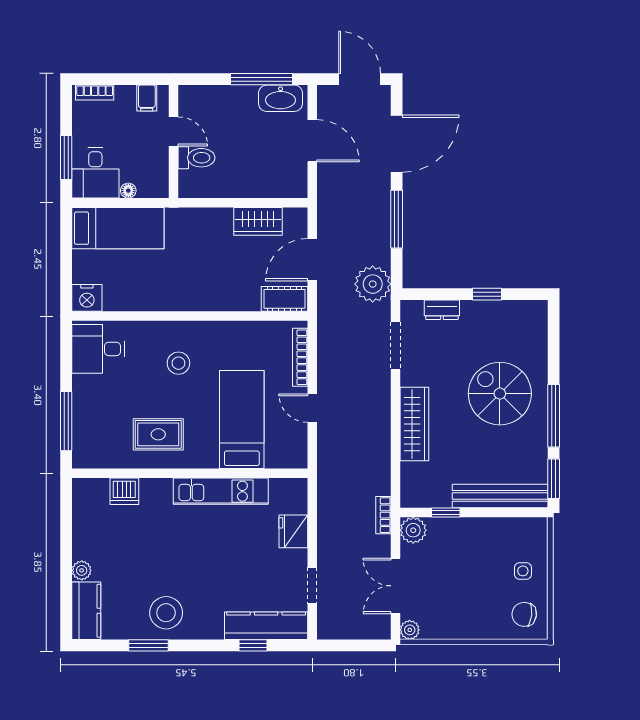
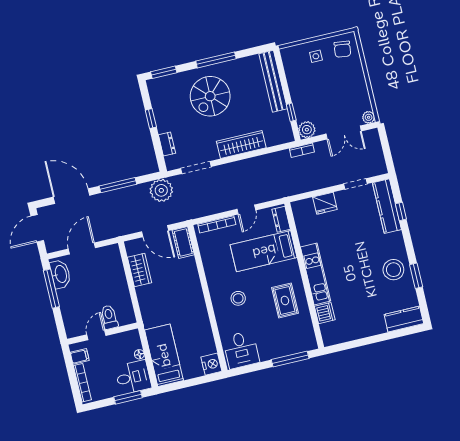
bookcase: (95, 93) -> (82, 383), width x1.56
dresser: (285, 458) -> (281, 219), added
window: (554, 479) -> (164, 72), moved
kitchen unit: (221, 491) -> (316, 274), moved
plant: (82, 570) -> (380, 328), removed

